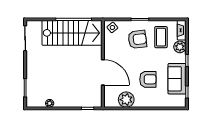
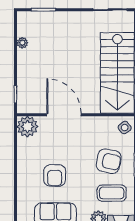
armchair: (137, 39) -> (109, 161), turned -71
door: (103, 72) -> (64, 115), swing flipped
plant: (126, 100) -> (27, 127), moved

